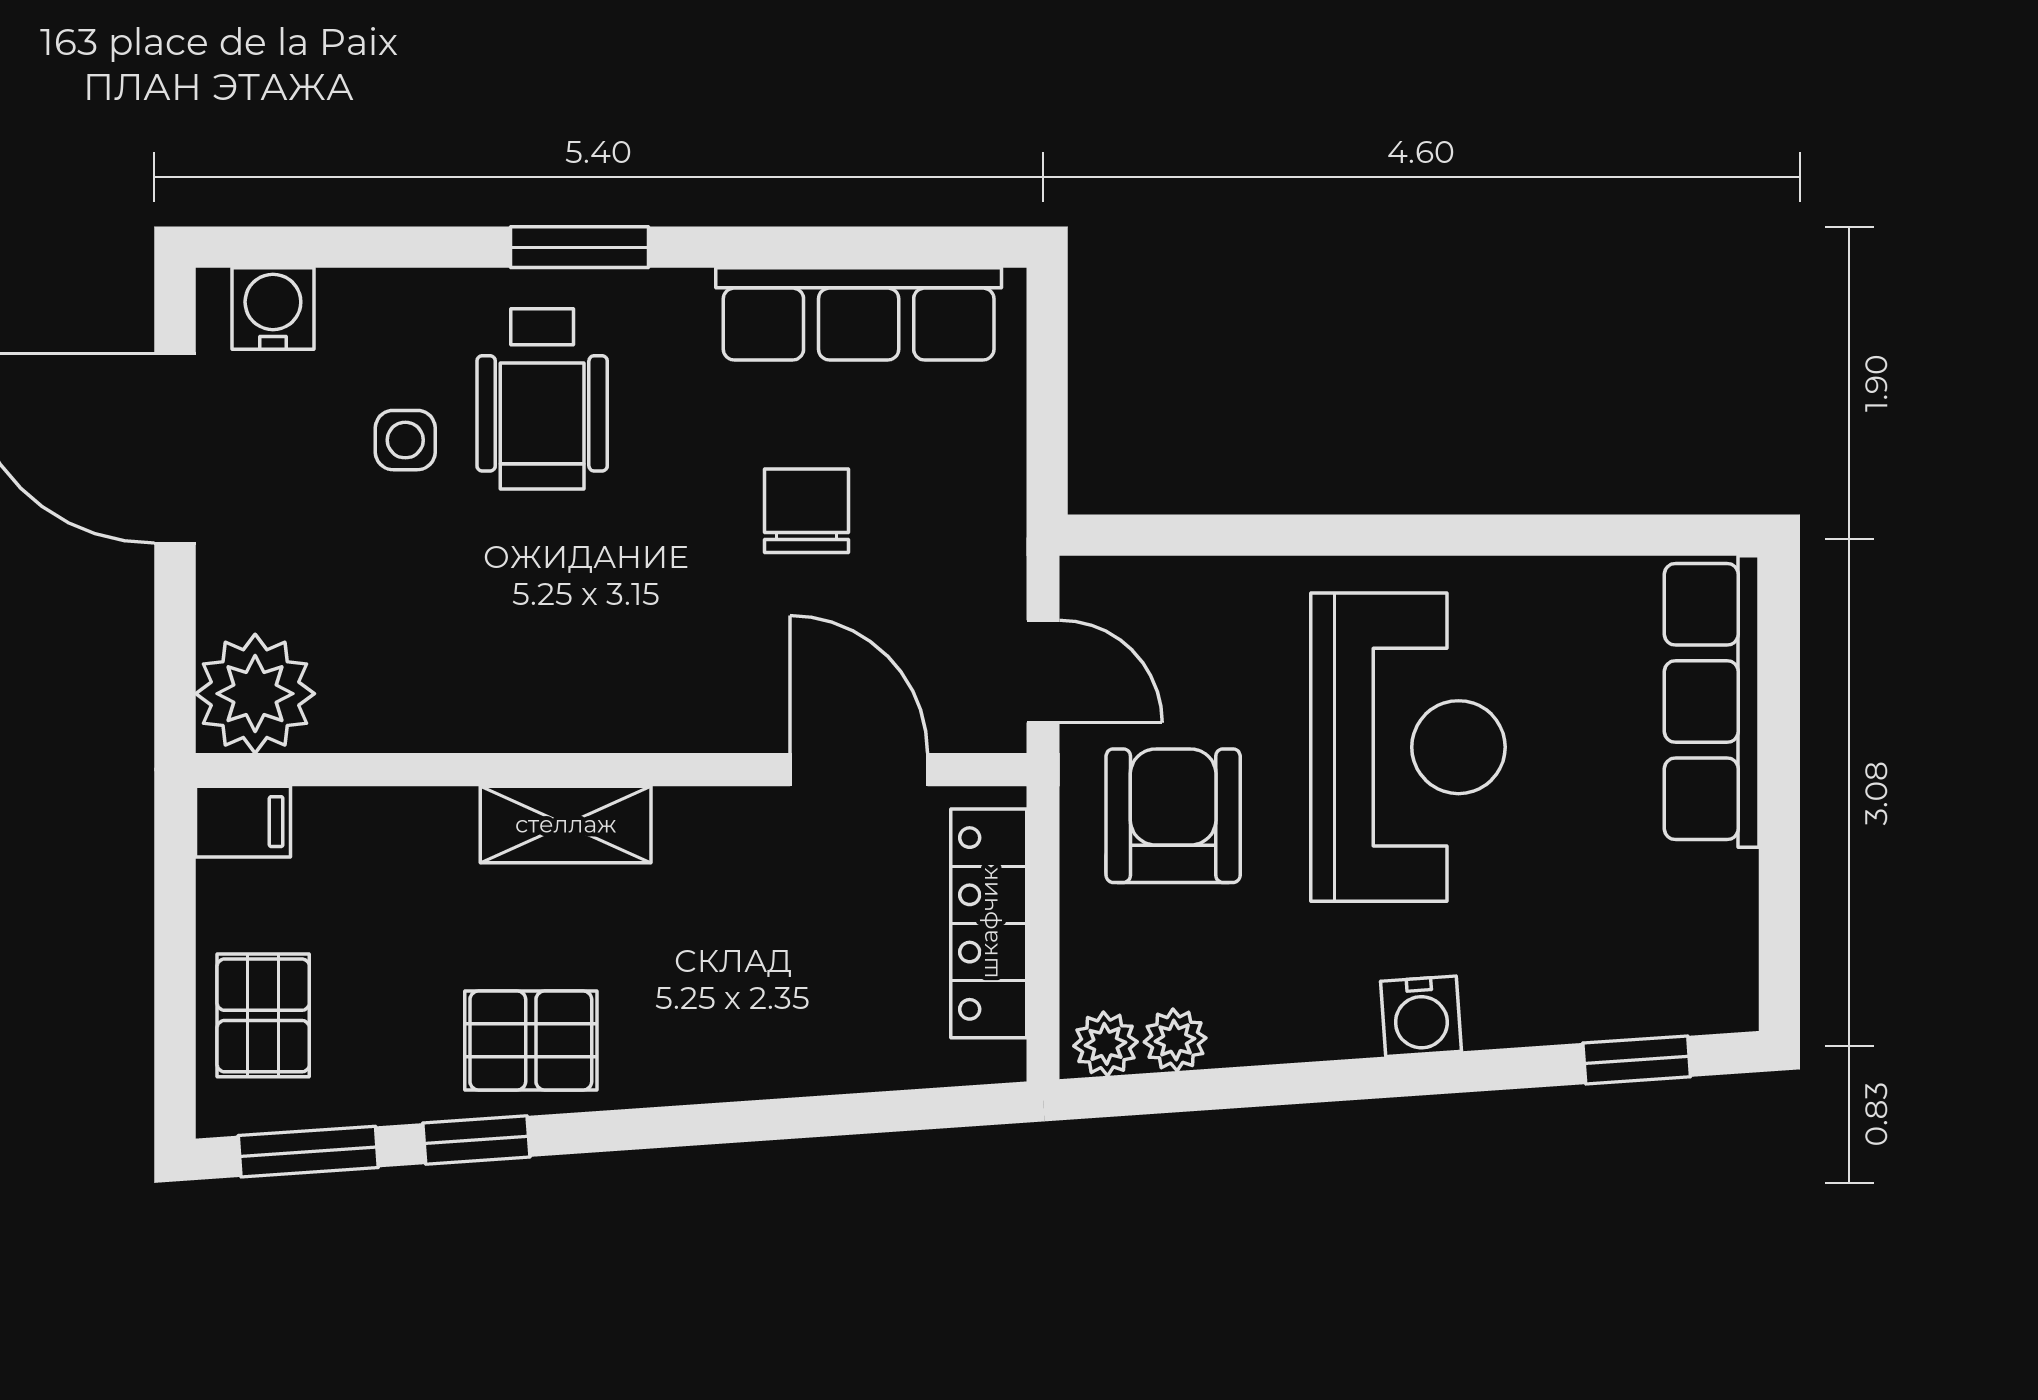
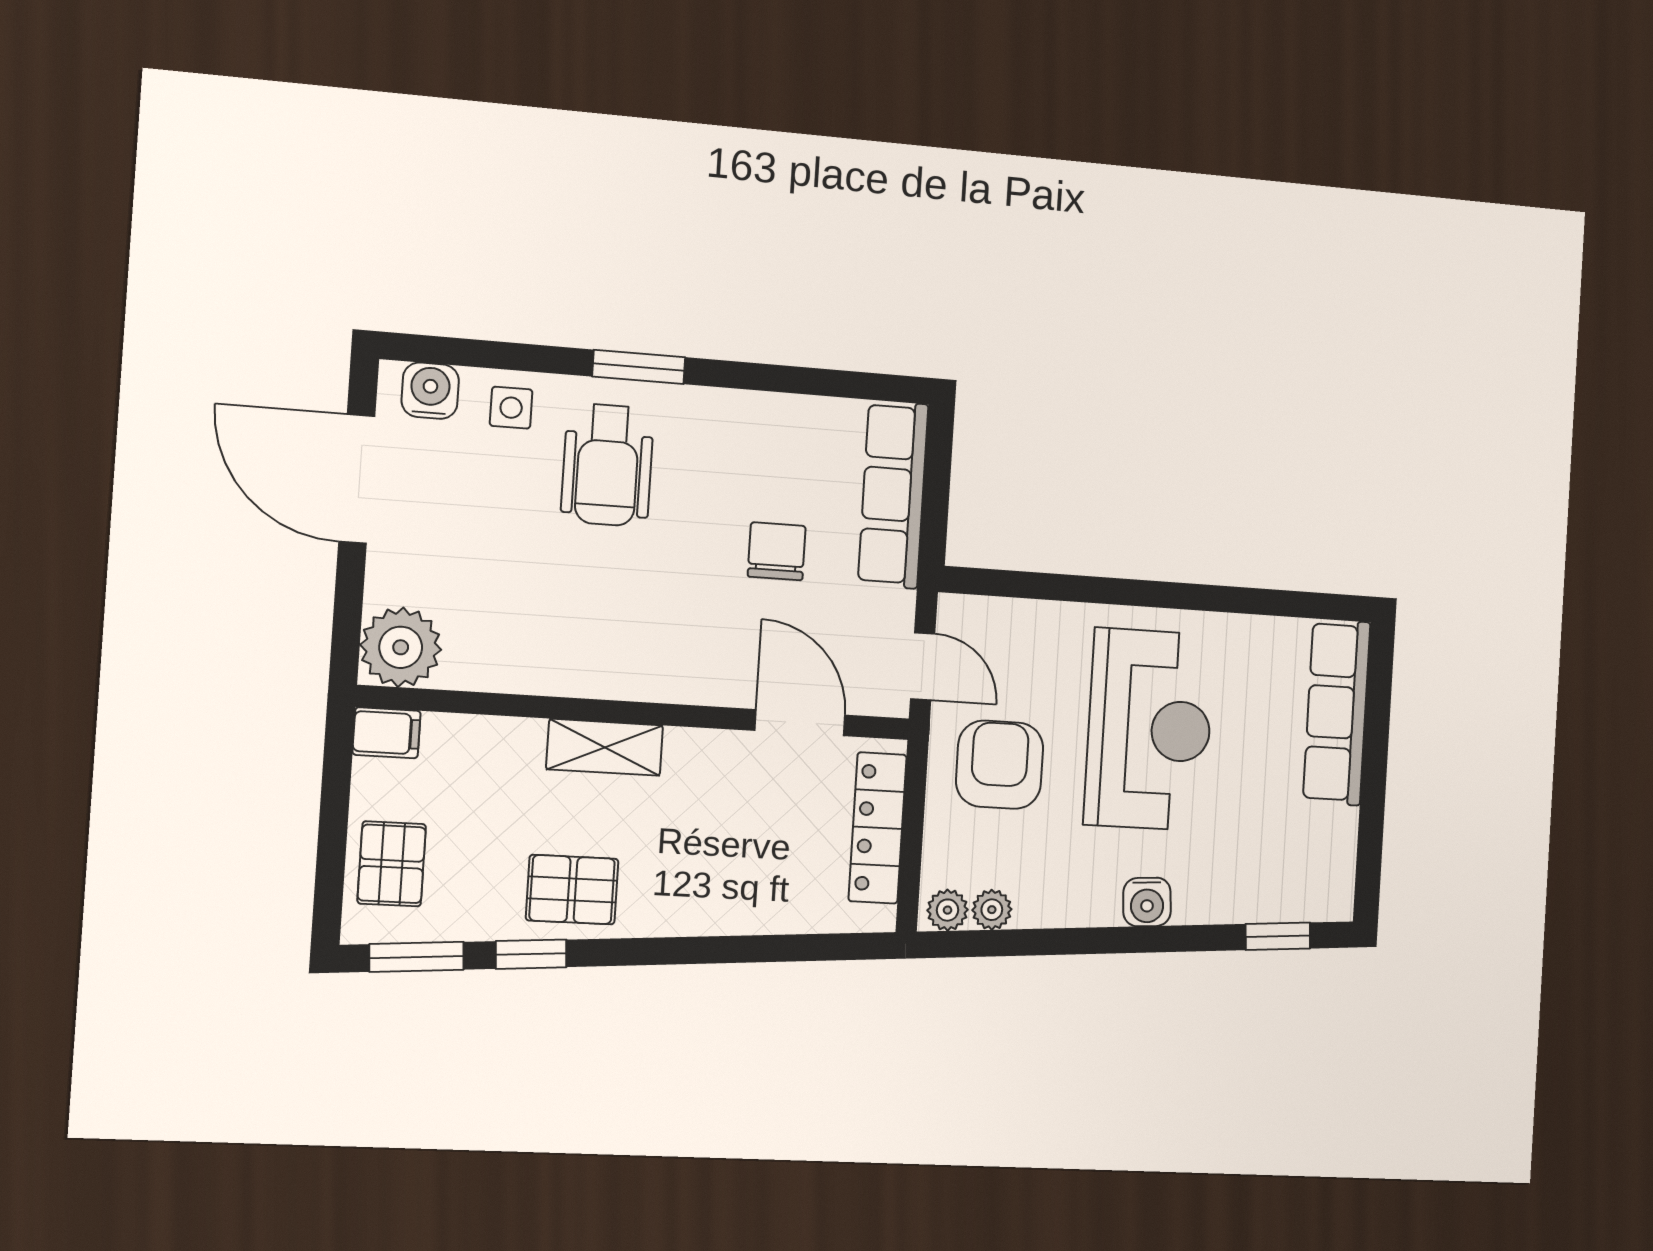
row of seats: (859, 314) -> (893, 494), moved, turned 90
side table: (405, 440) -> (511, 408), moved

